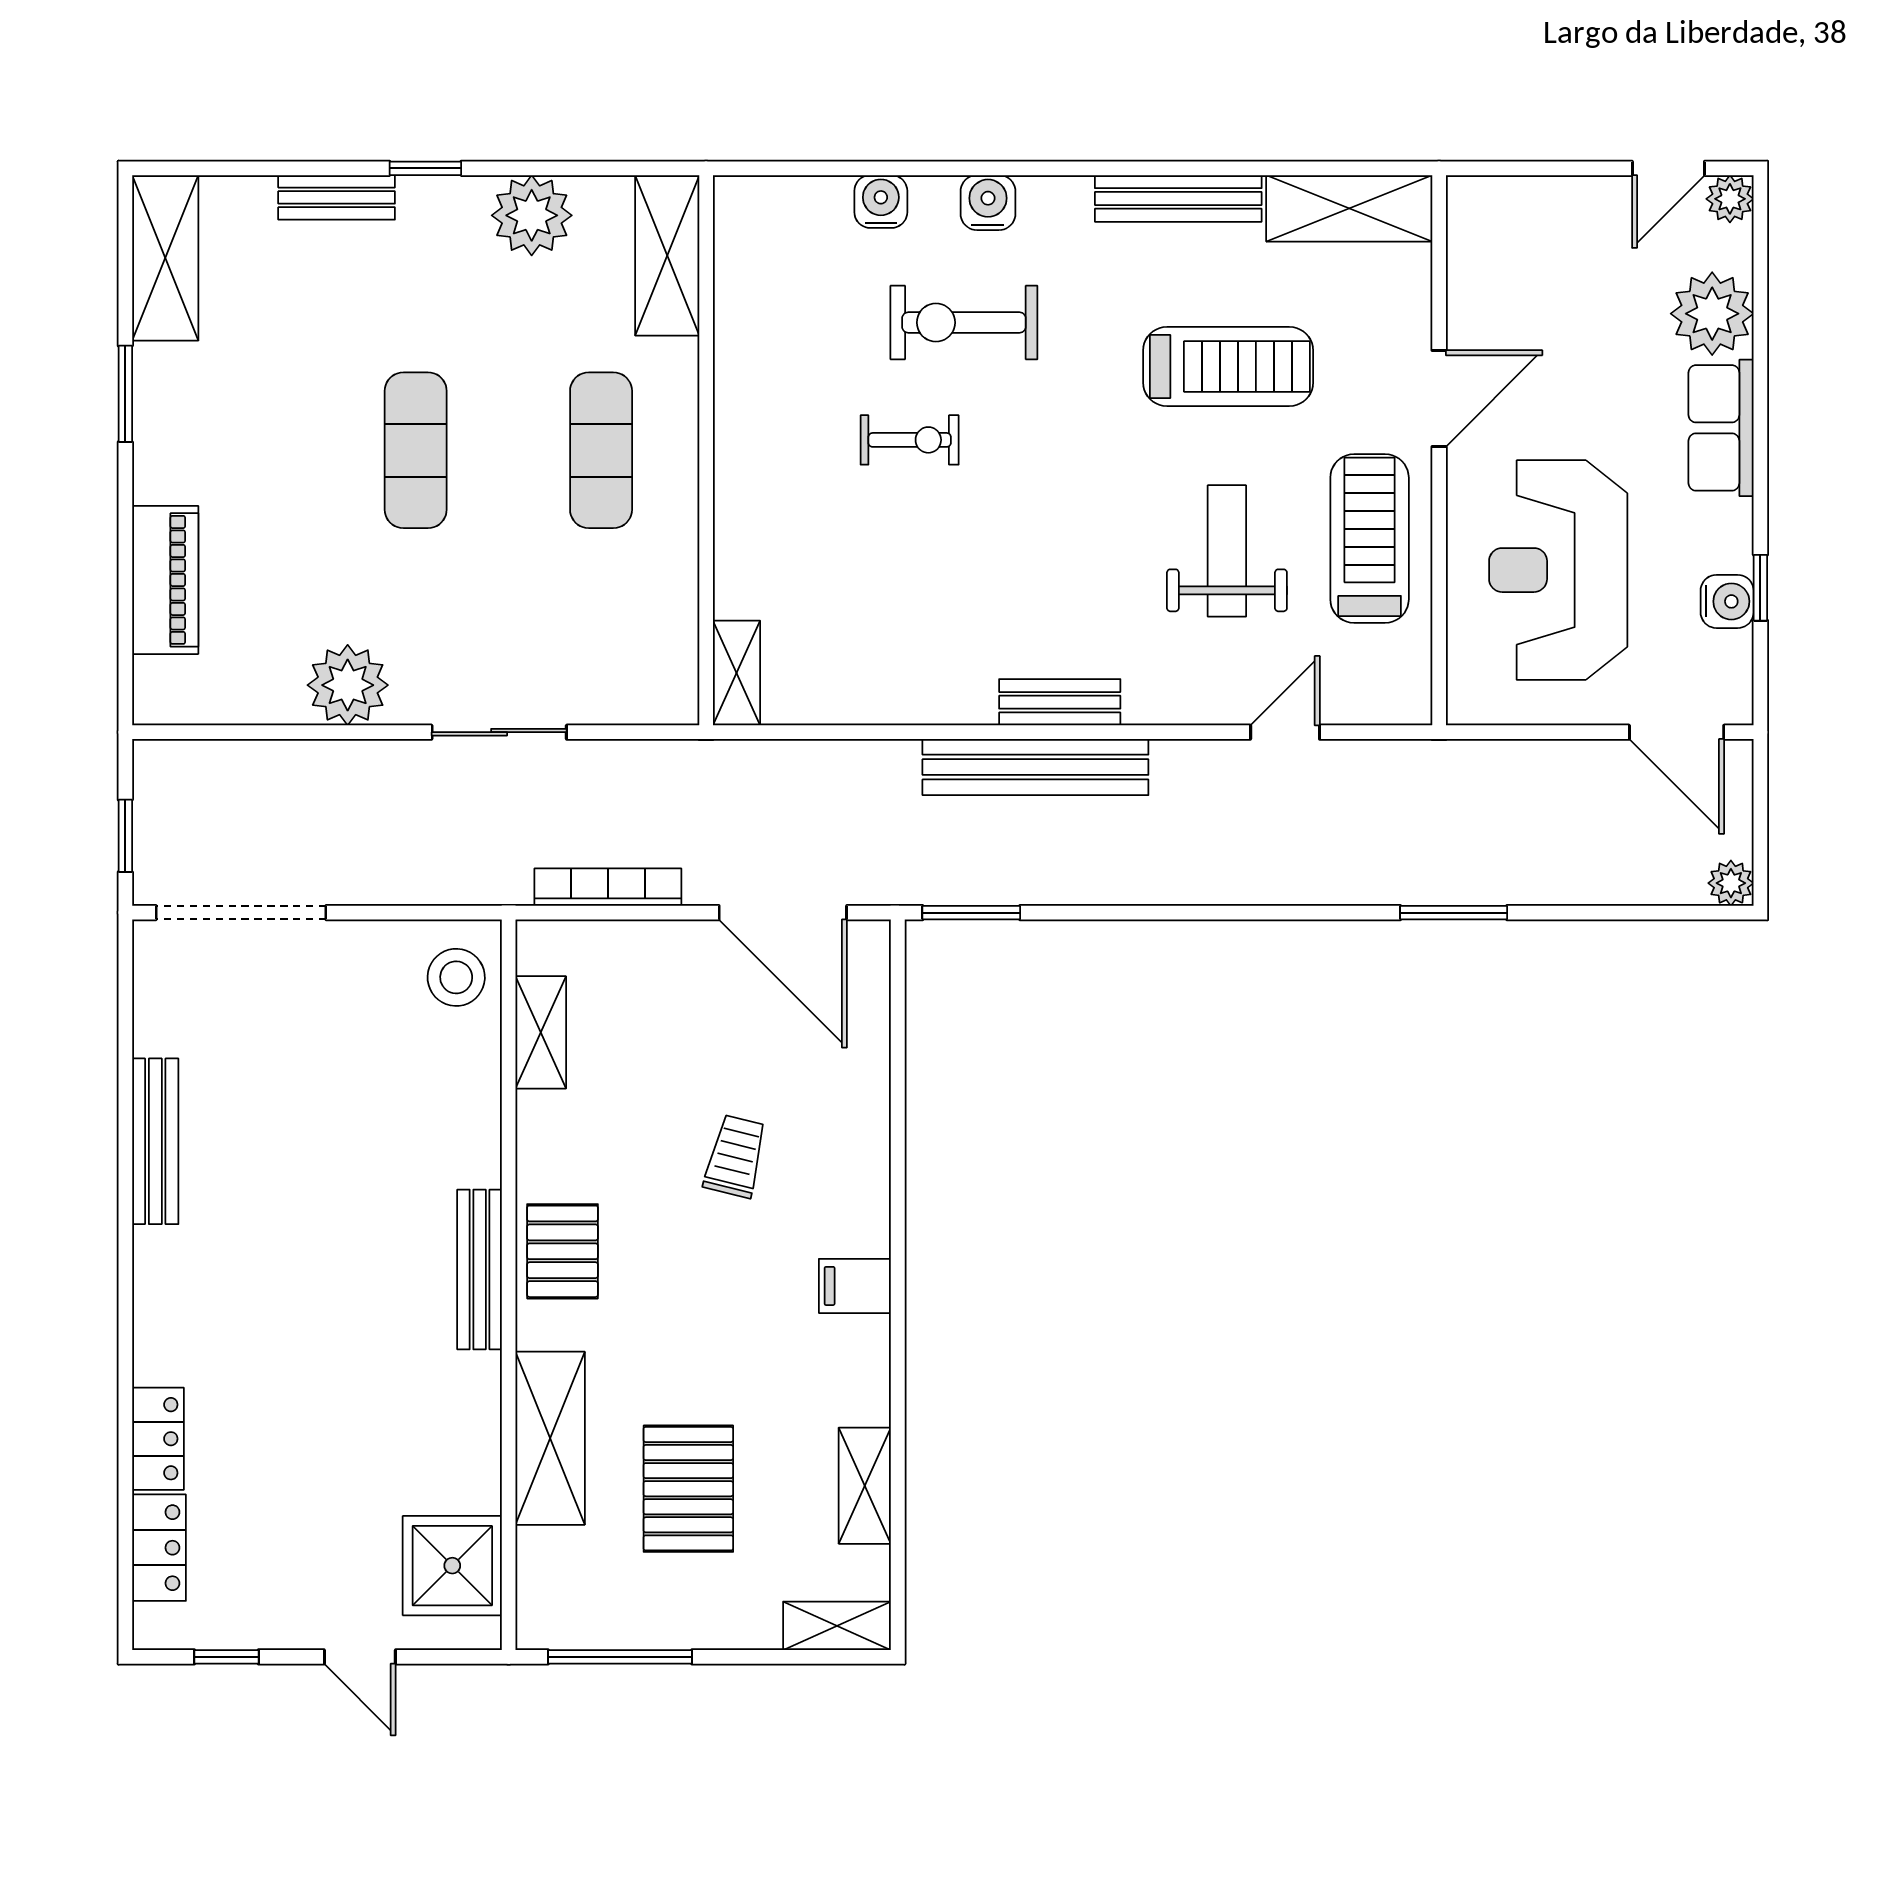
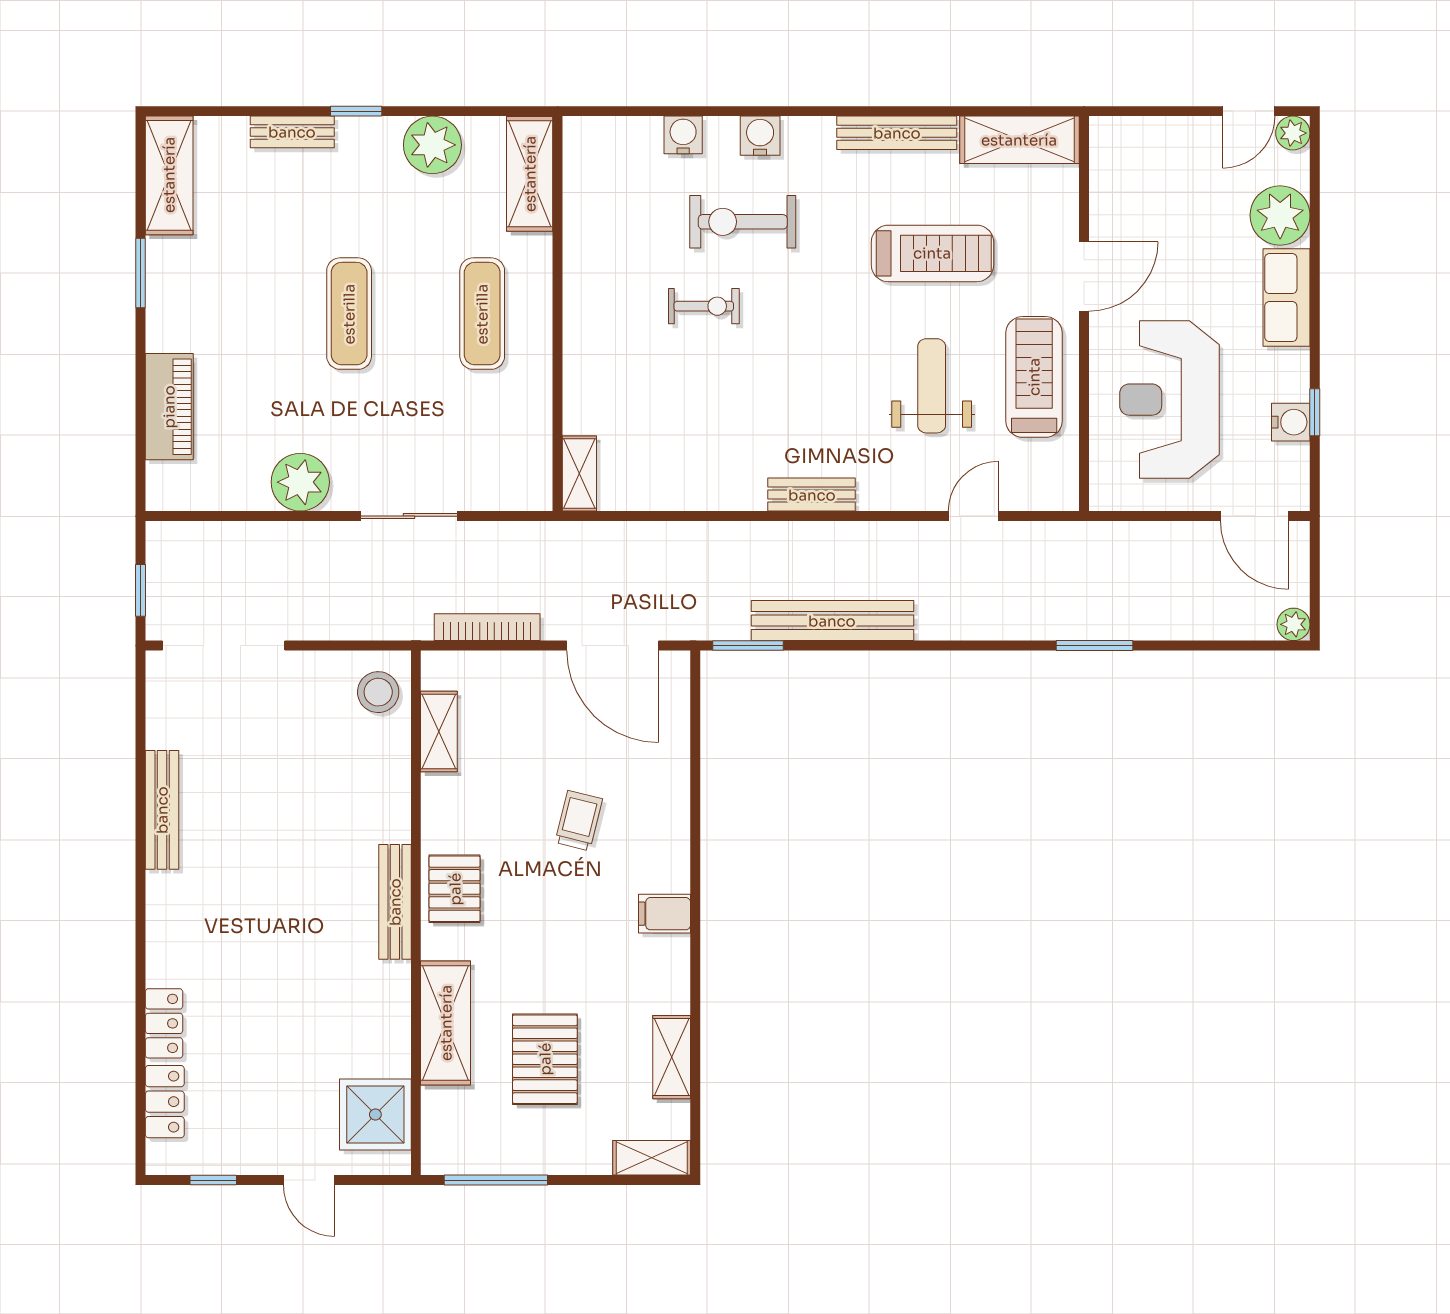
bench: (1035, 767) -> (832, 621), moved

